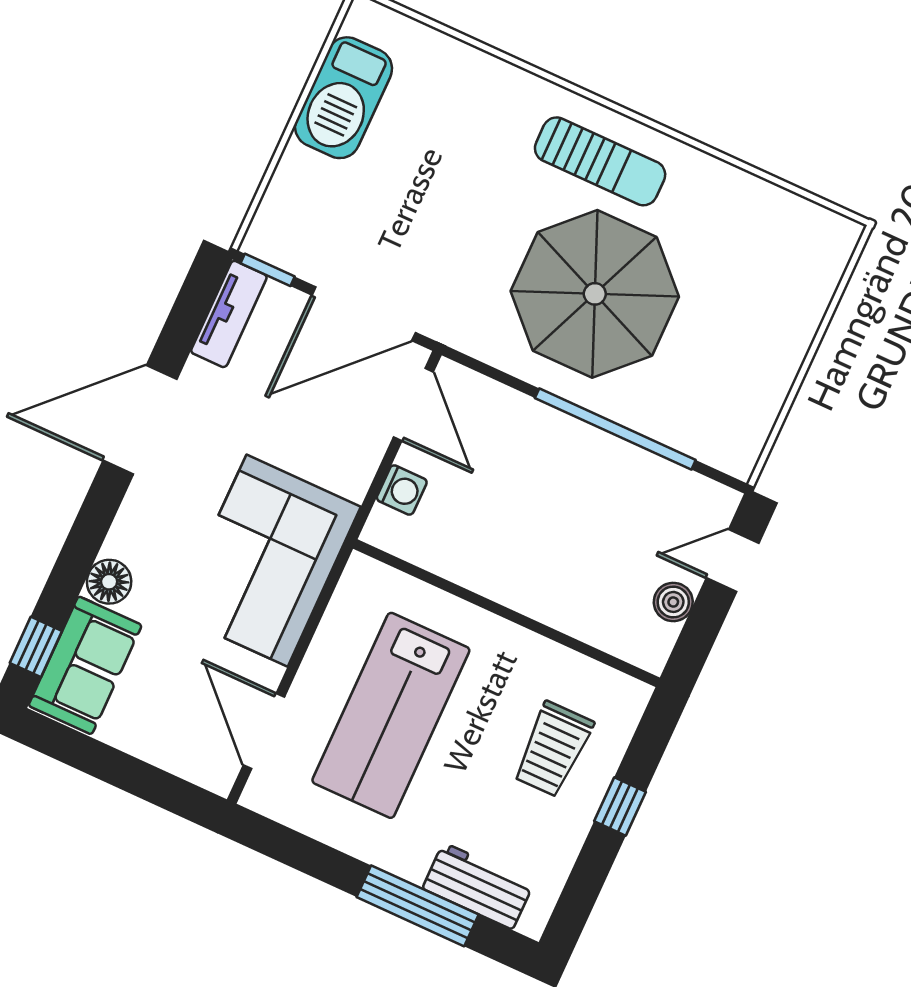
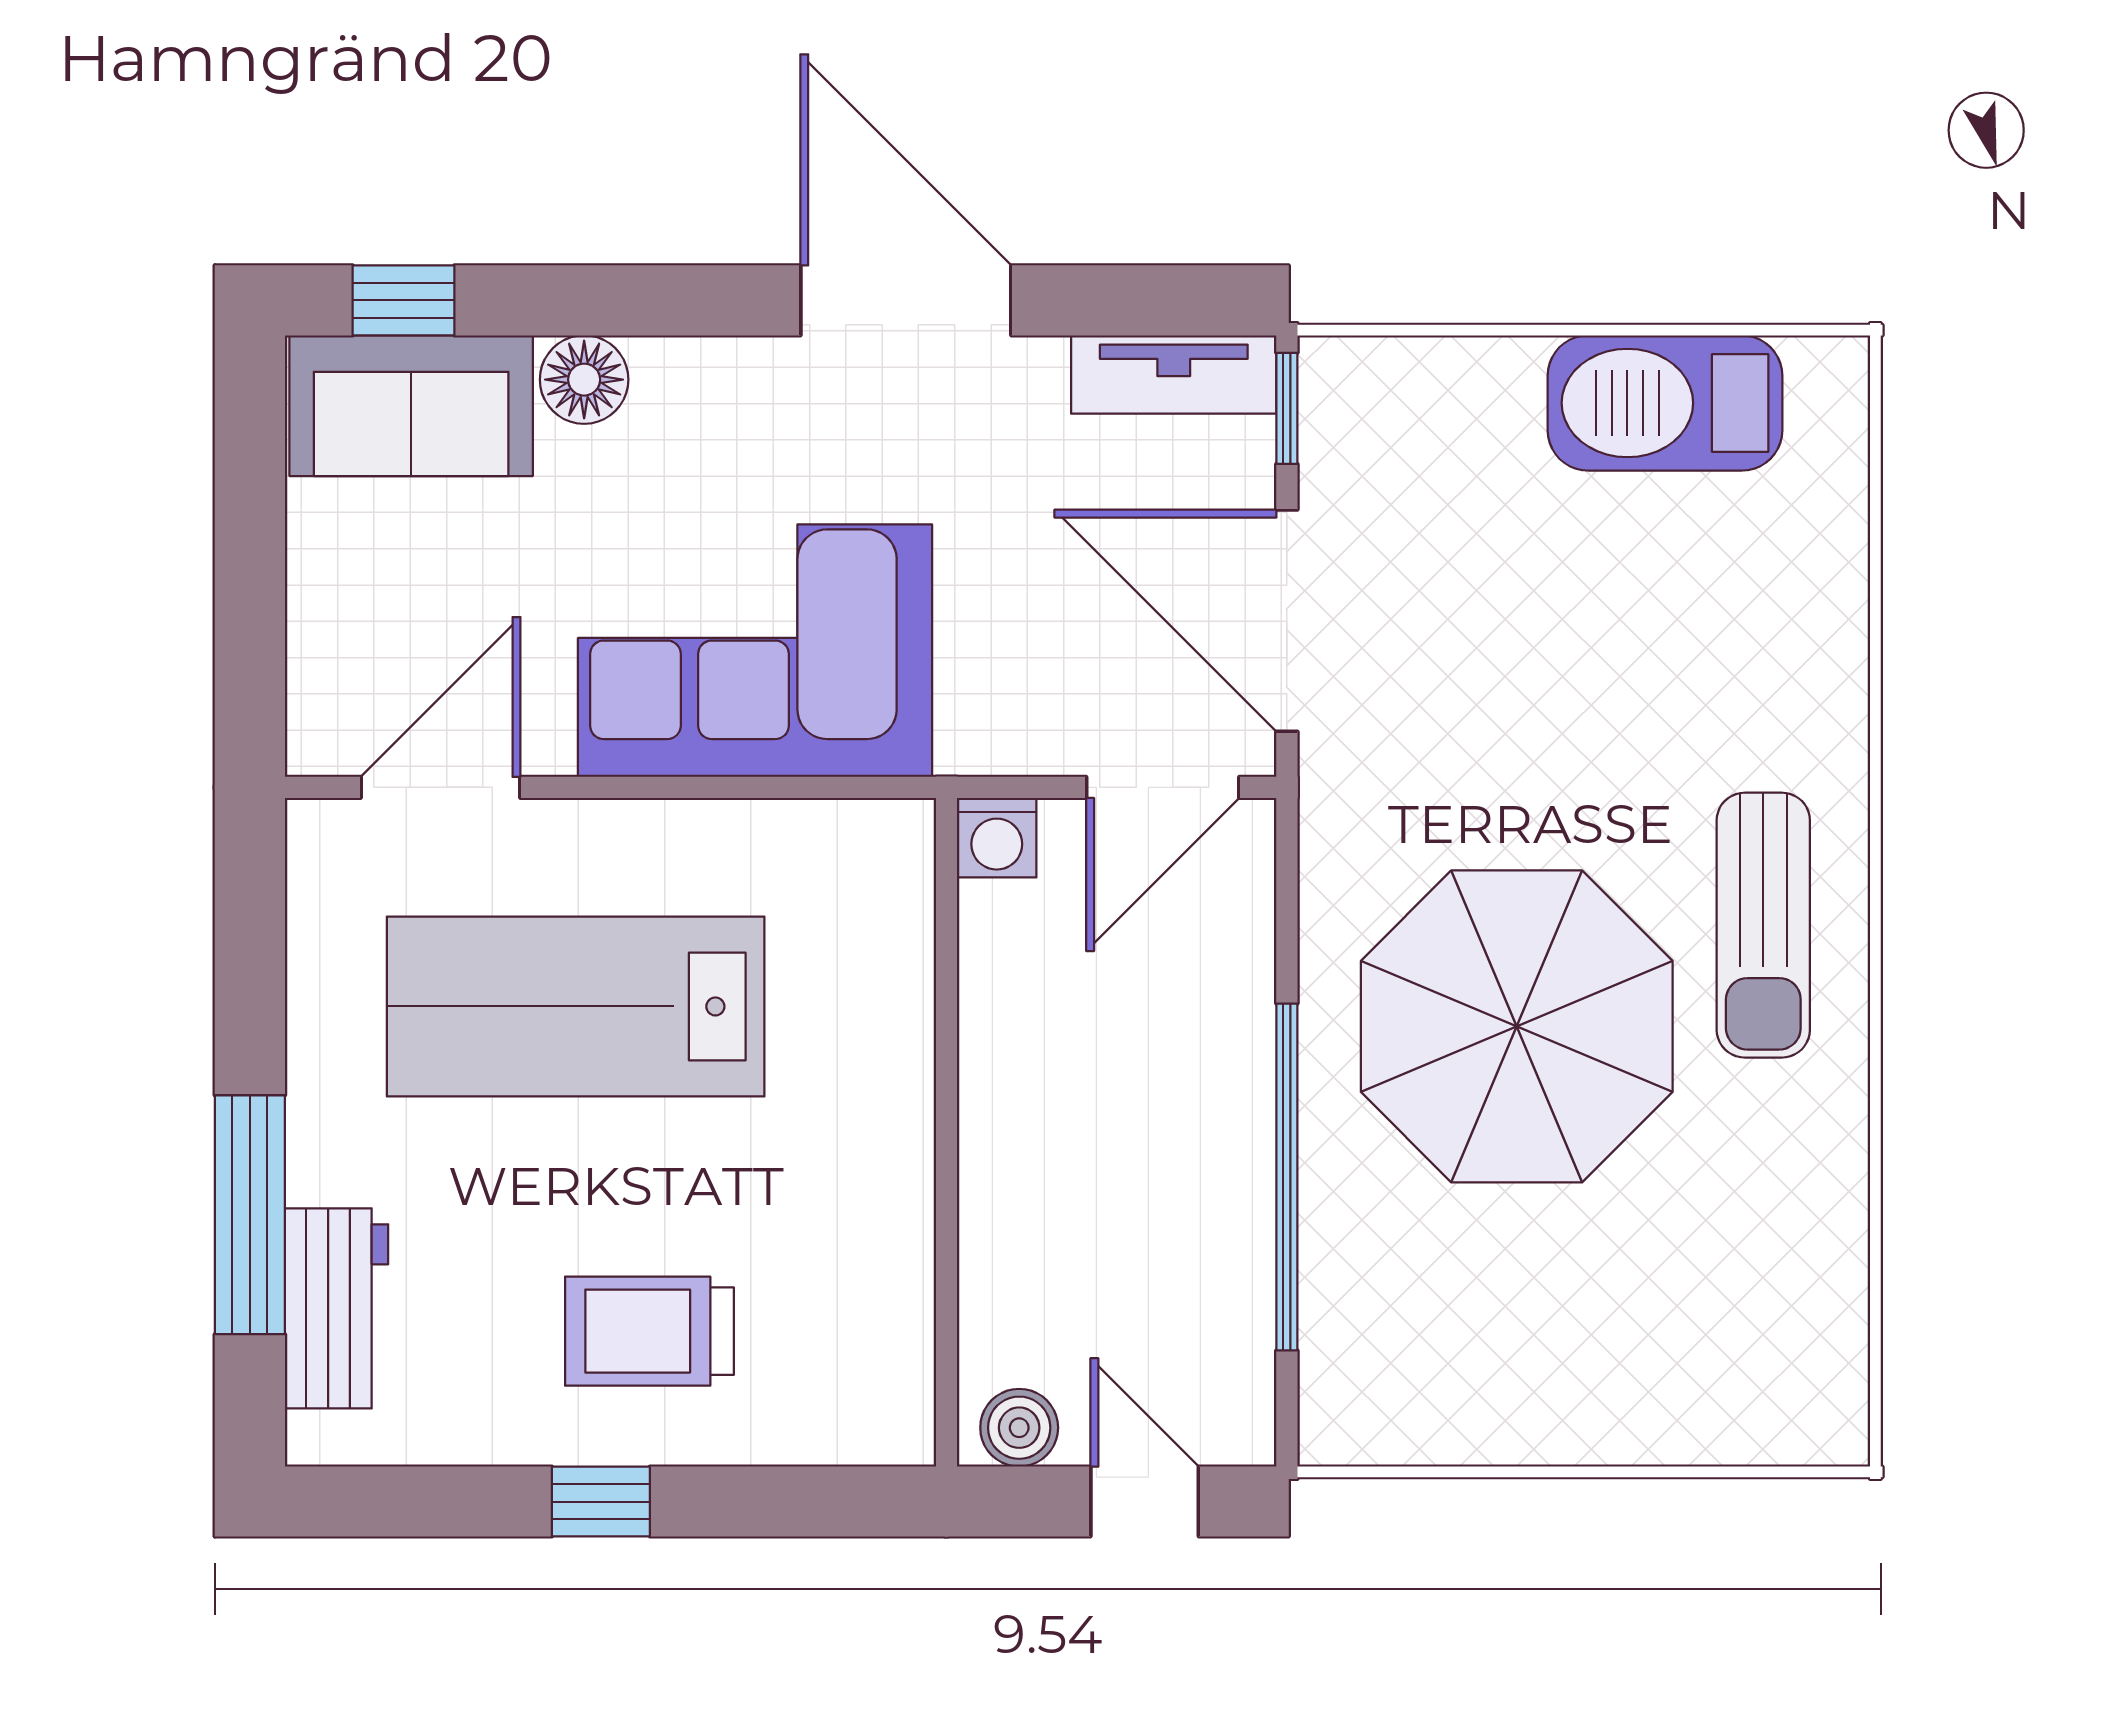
wall: (506, 613) -> (946, 1132), moved

